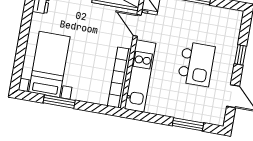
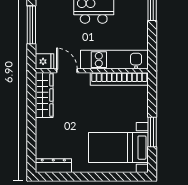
door: (137, 25) -> (67, 71), swing flipped

